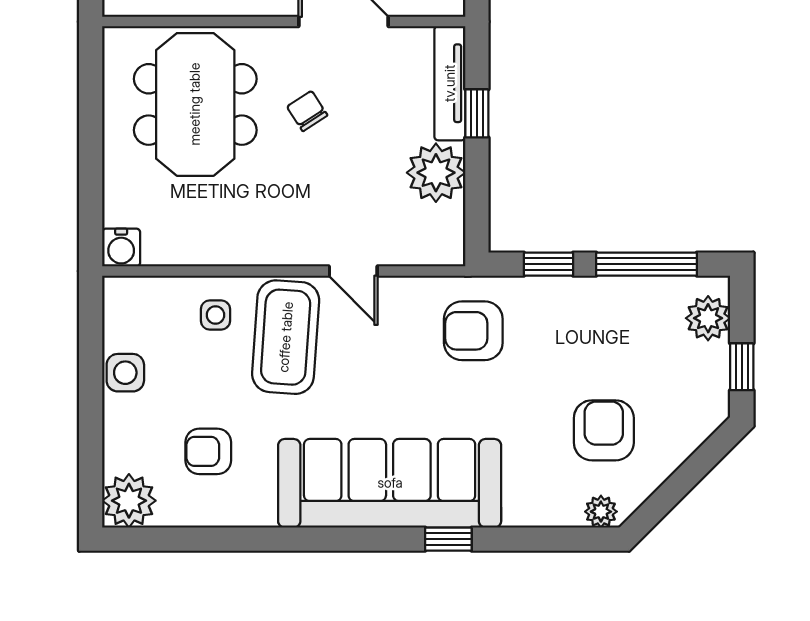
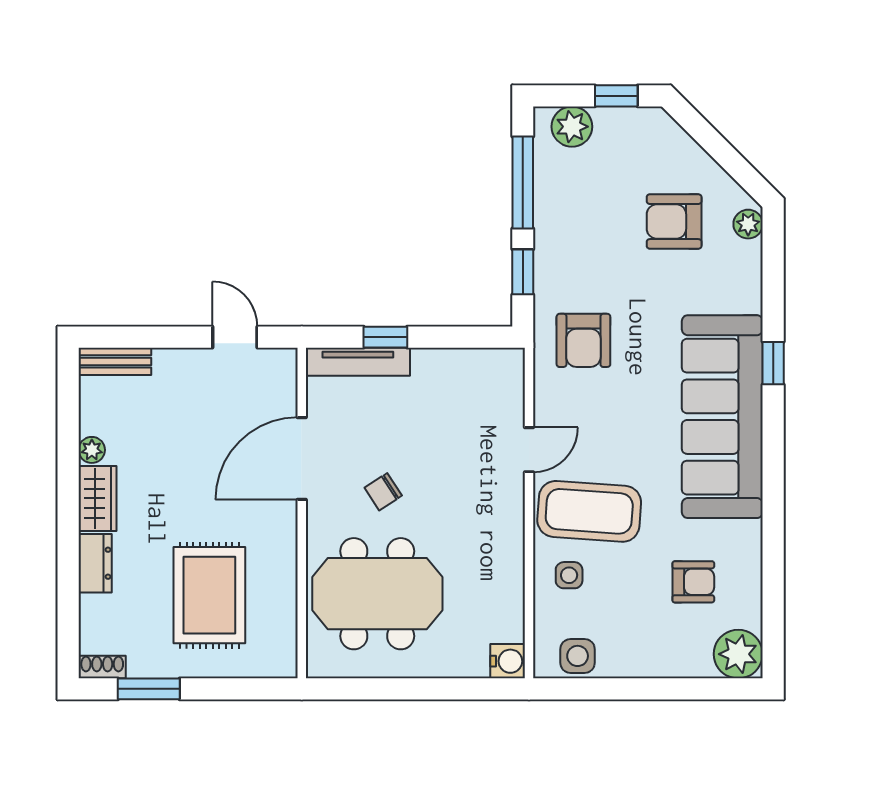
plant: (436, 173) -> (439, 374), removed
side table: (125, 373) -> (578, 656), moved
armchair: (208, 451) -> (693, 582), turned -90

